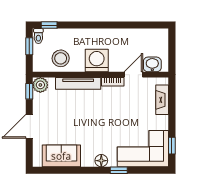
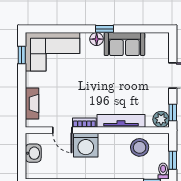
washing machine: (97, 60) -> (86, 145), moved
washbasin: (152, 64) -> (33, 153), moved, turned -90
door: (133, 75) -> (62, 130), hinge flipped
sofa: (61, 156) -> (124, 44), moved
window: (119, 170) -> (105, 29), moved

